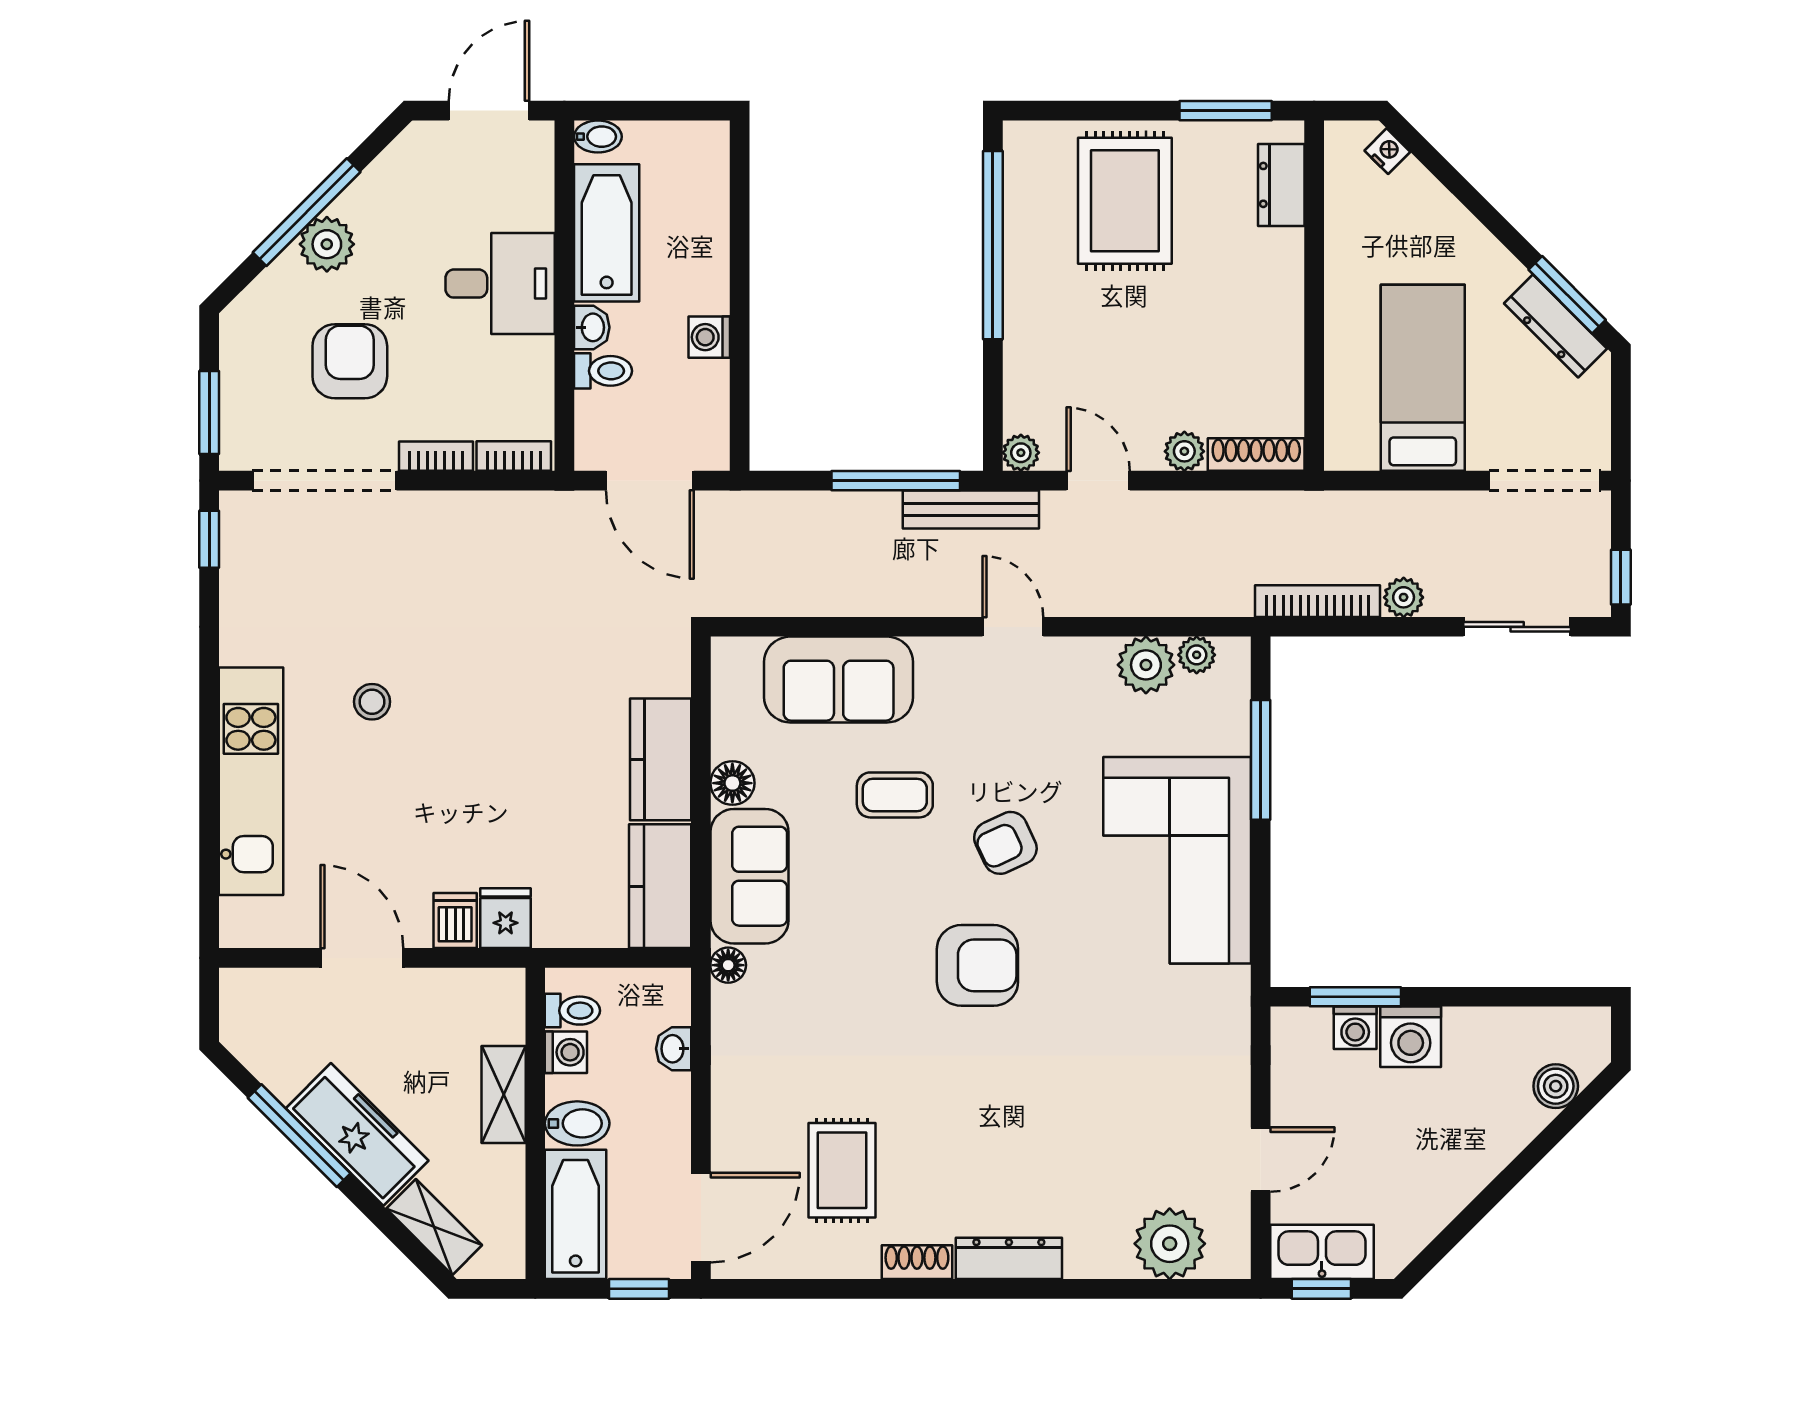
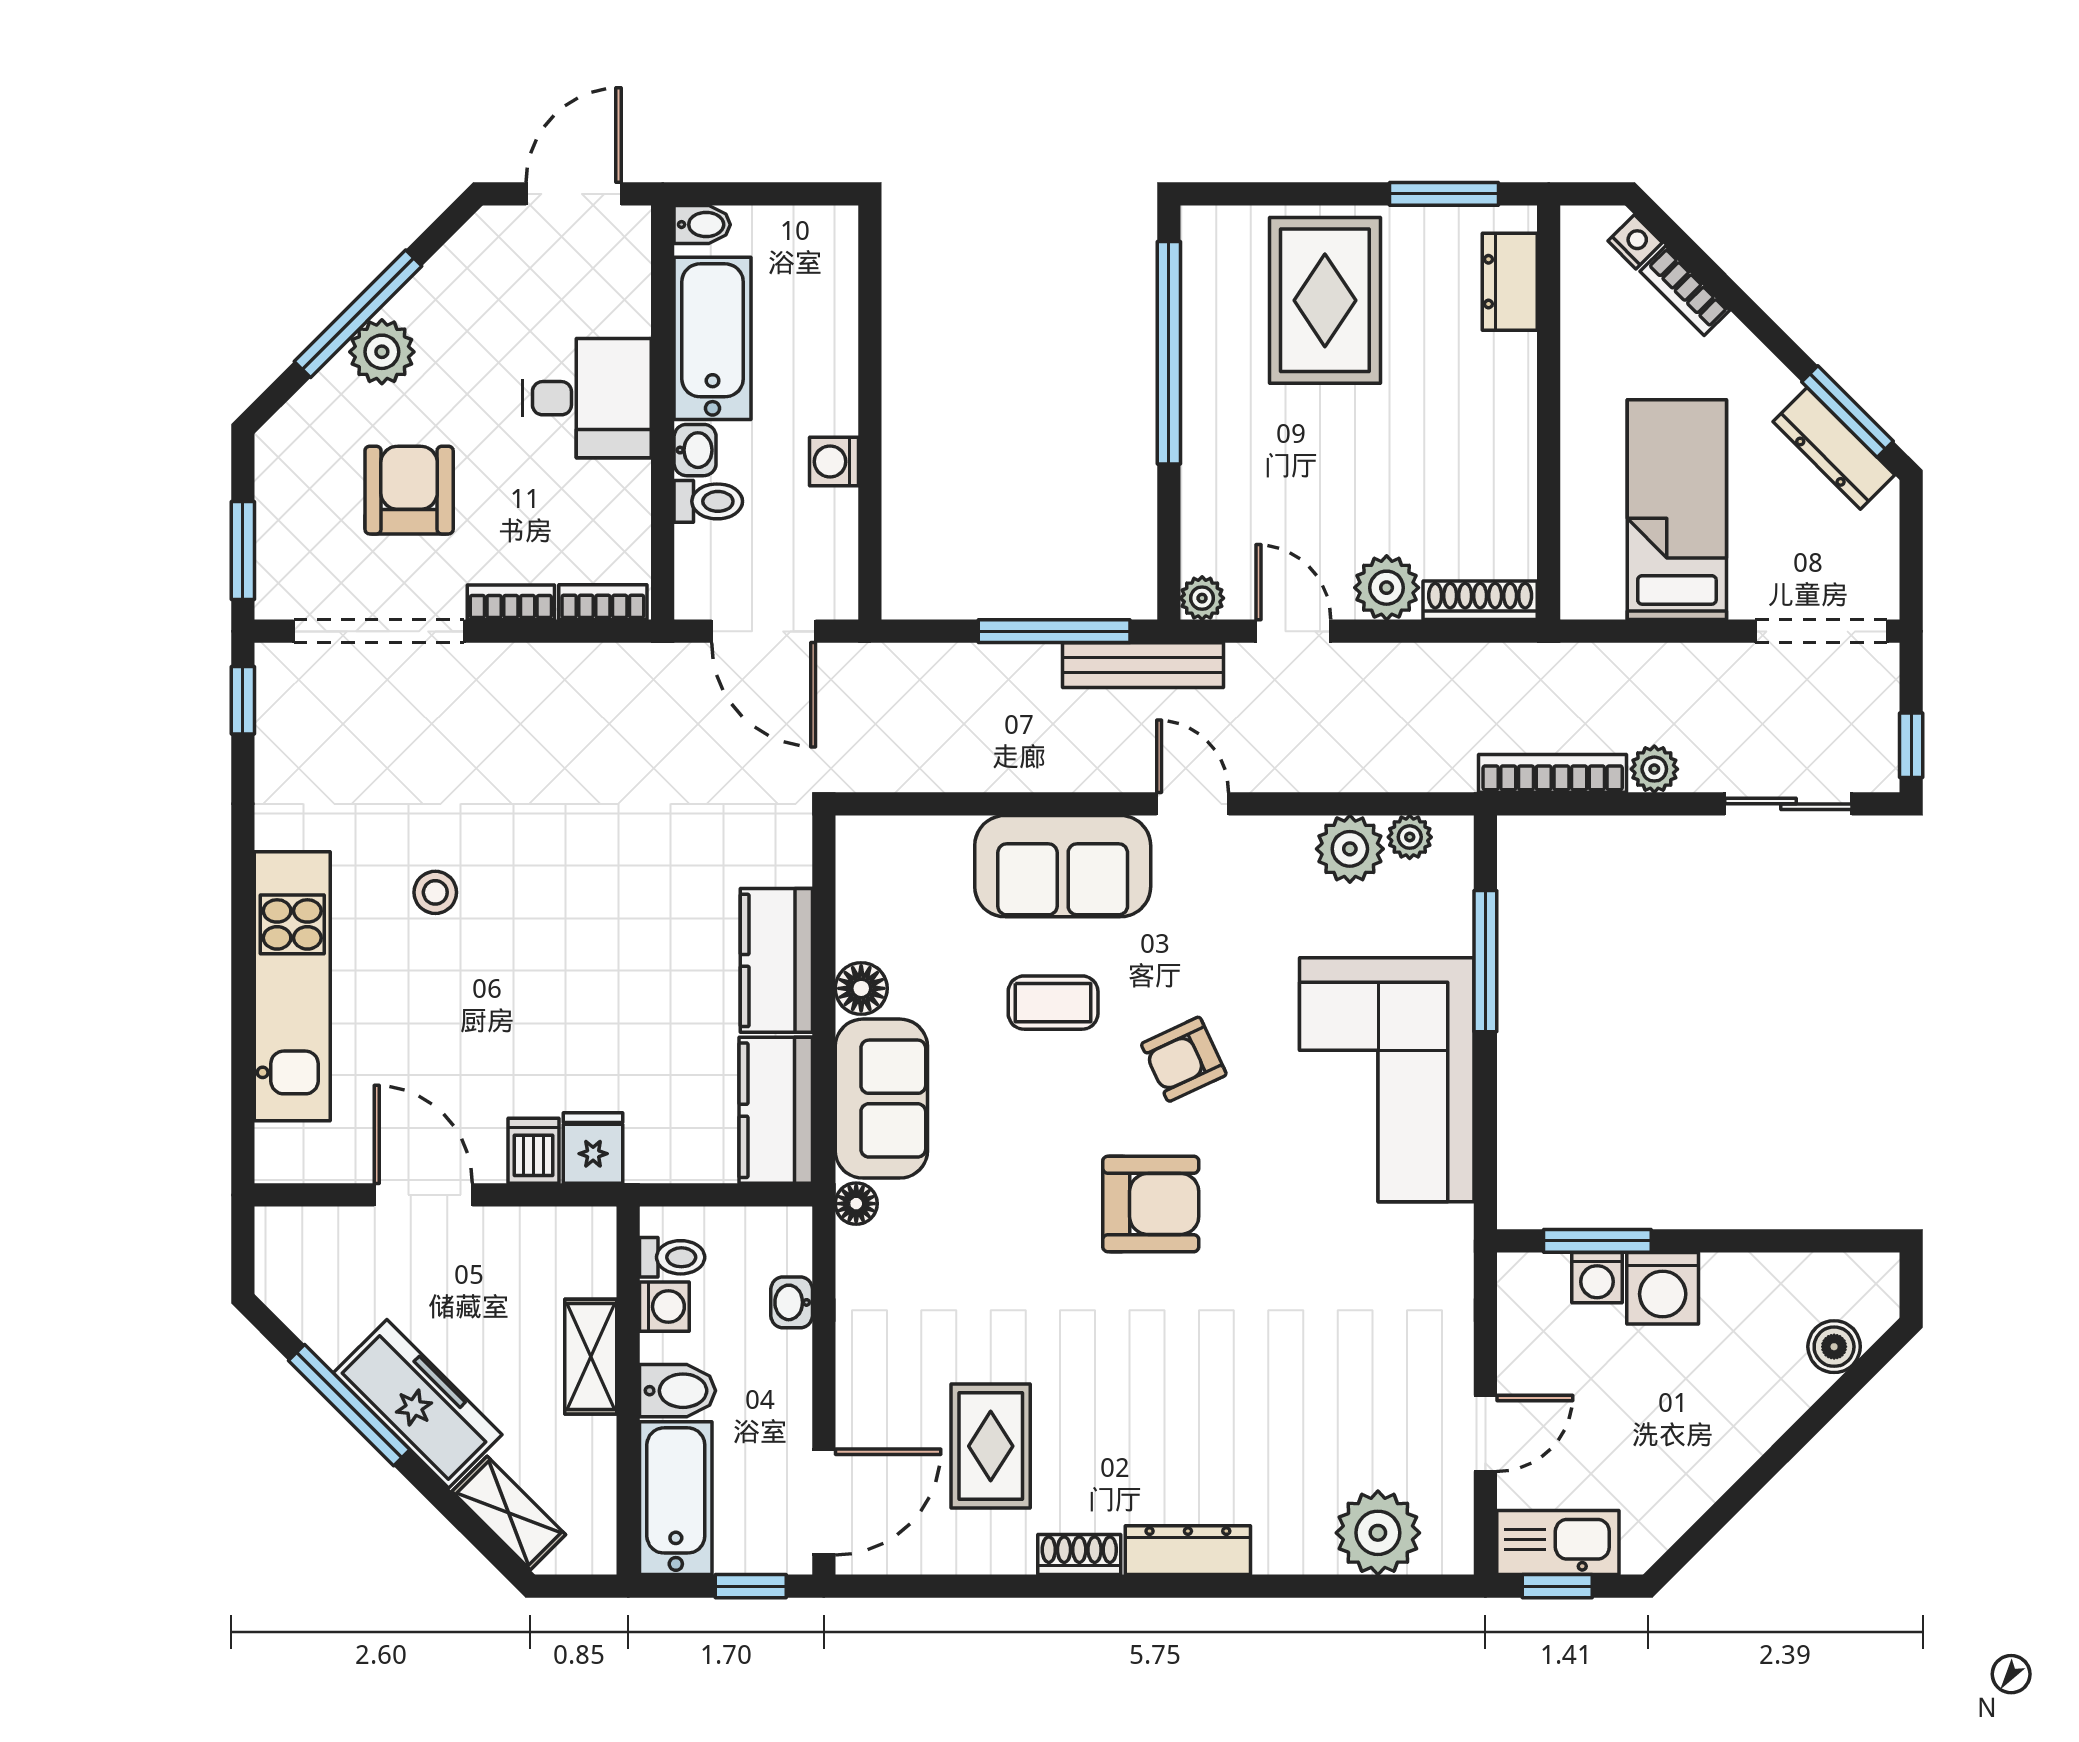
bookcase: (1429, 193) -> (1685, 291), added
plant: (1184, 451) -> (1387, 588), width x1.38, depth x1.38
sofa: (839, 680) -> (1063, 866), moved

